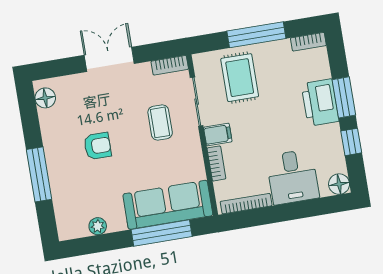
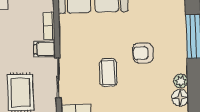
plant: (47, 118) -> (181, 81), added
coffee table: (160, 122) -> (108, 73), moved

